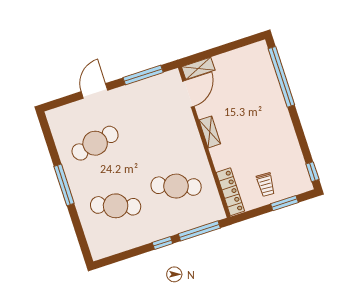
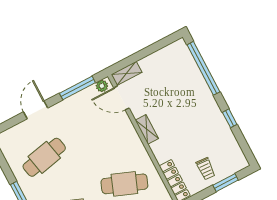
plant: (170, 77) -> (102, 86), added
door: (188, 94) -> (121, 98), swing flipped
window: (312, 172) -> (230, 118), moved

